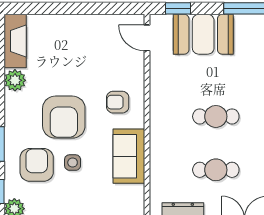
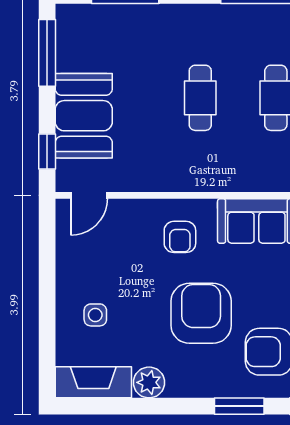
armchair: (64, 117) -> (201, 313), turned -90
side table: (73, 163) -> (95, 315), moved

